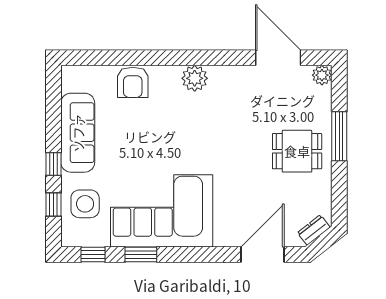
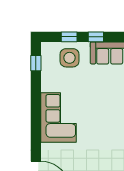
corner sofa: (162, 211) -> (59, 118), width x0.73, depth x0.74
window: (141, 255) -> (36, 95), removed

